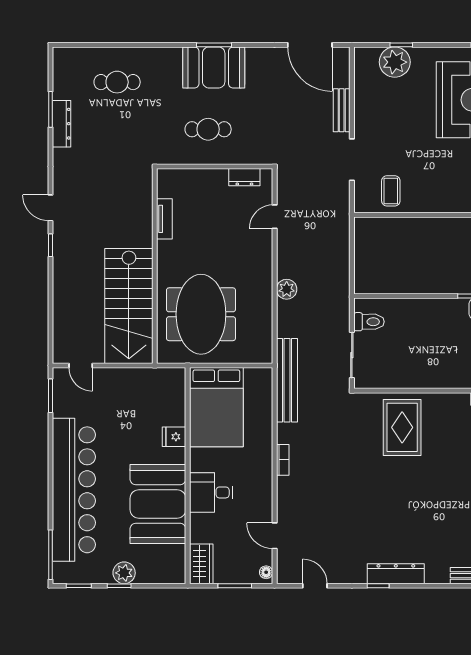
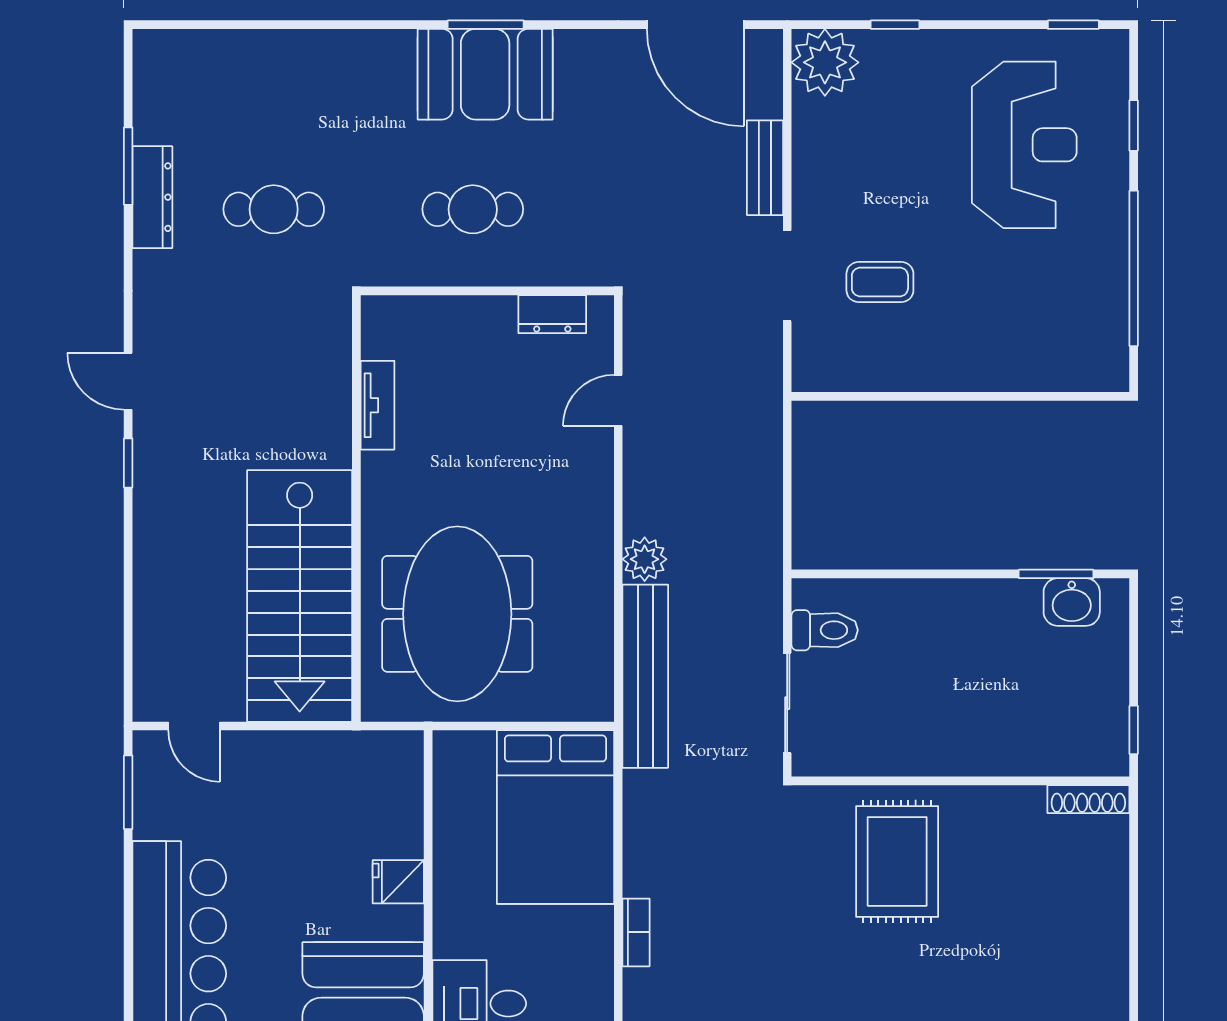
plant: (395, 62) -> (825, 62), moved
cafe table: (117, 82) -> (274, 209), moved
coffee table: (391, 191) -> (880, 282), moved, turned 90
bench: (287, 380) -> (645, 676), moved
bed: (216, 407) -> (555, 817), moved

